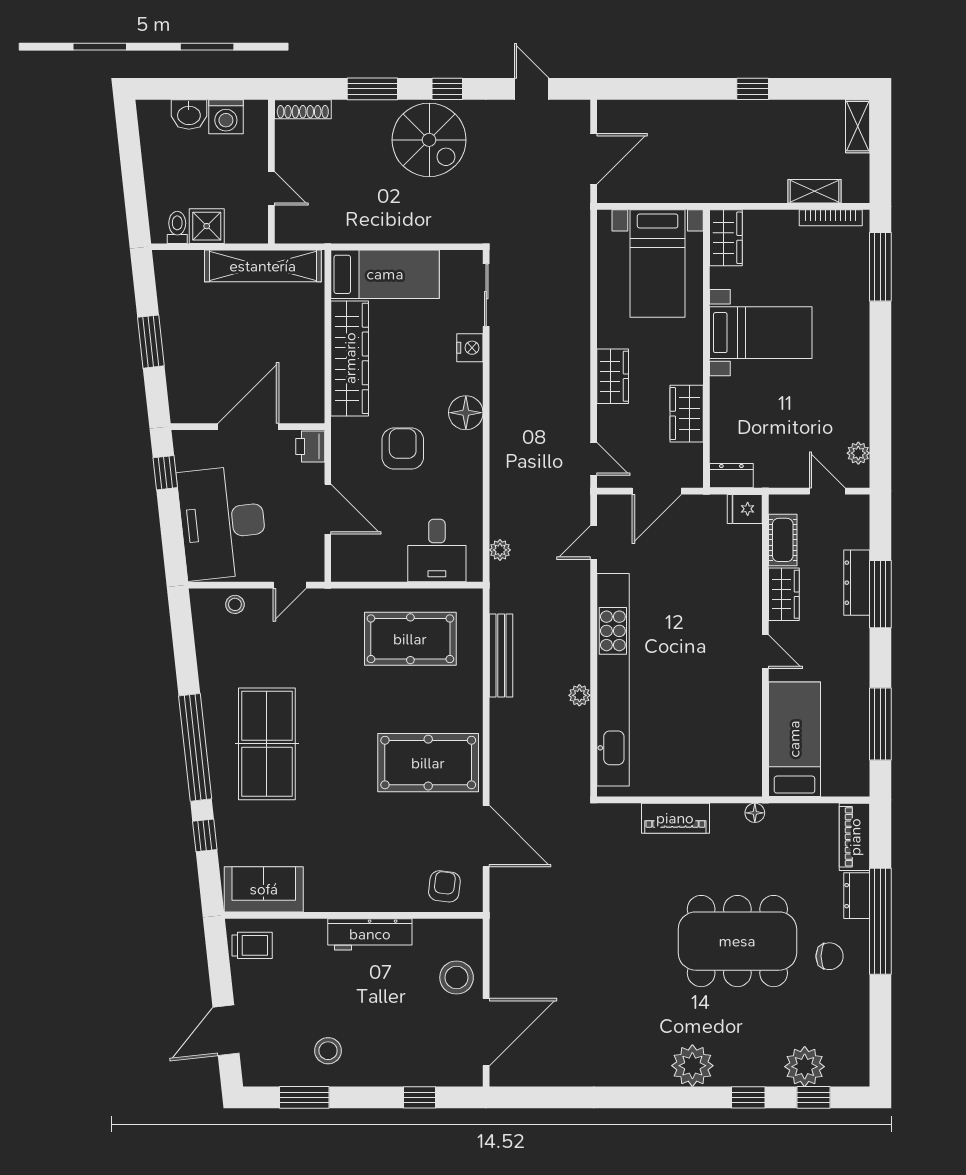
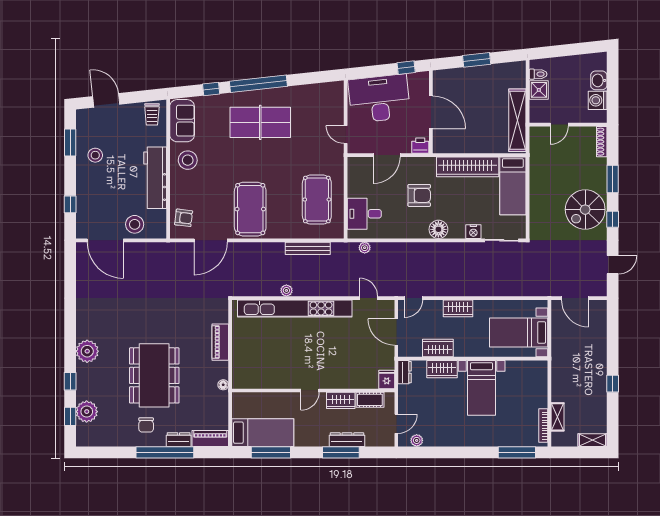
wardrobe: (726, 238) -> (442, 369), moved
stool: (235, 604) -> (188, 160), moved, width x1.89, depth x1.89
bed: (794, 739) -> (263, 433), moved
workbench: (370, 934) -> (155, 178), width x1.36, depth x1.32

